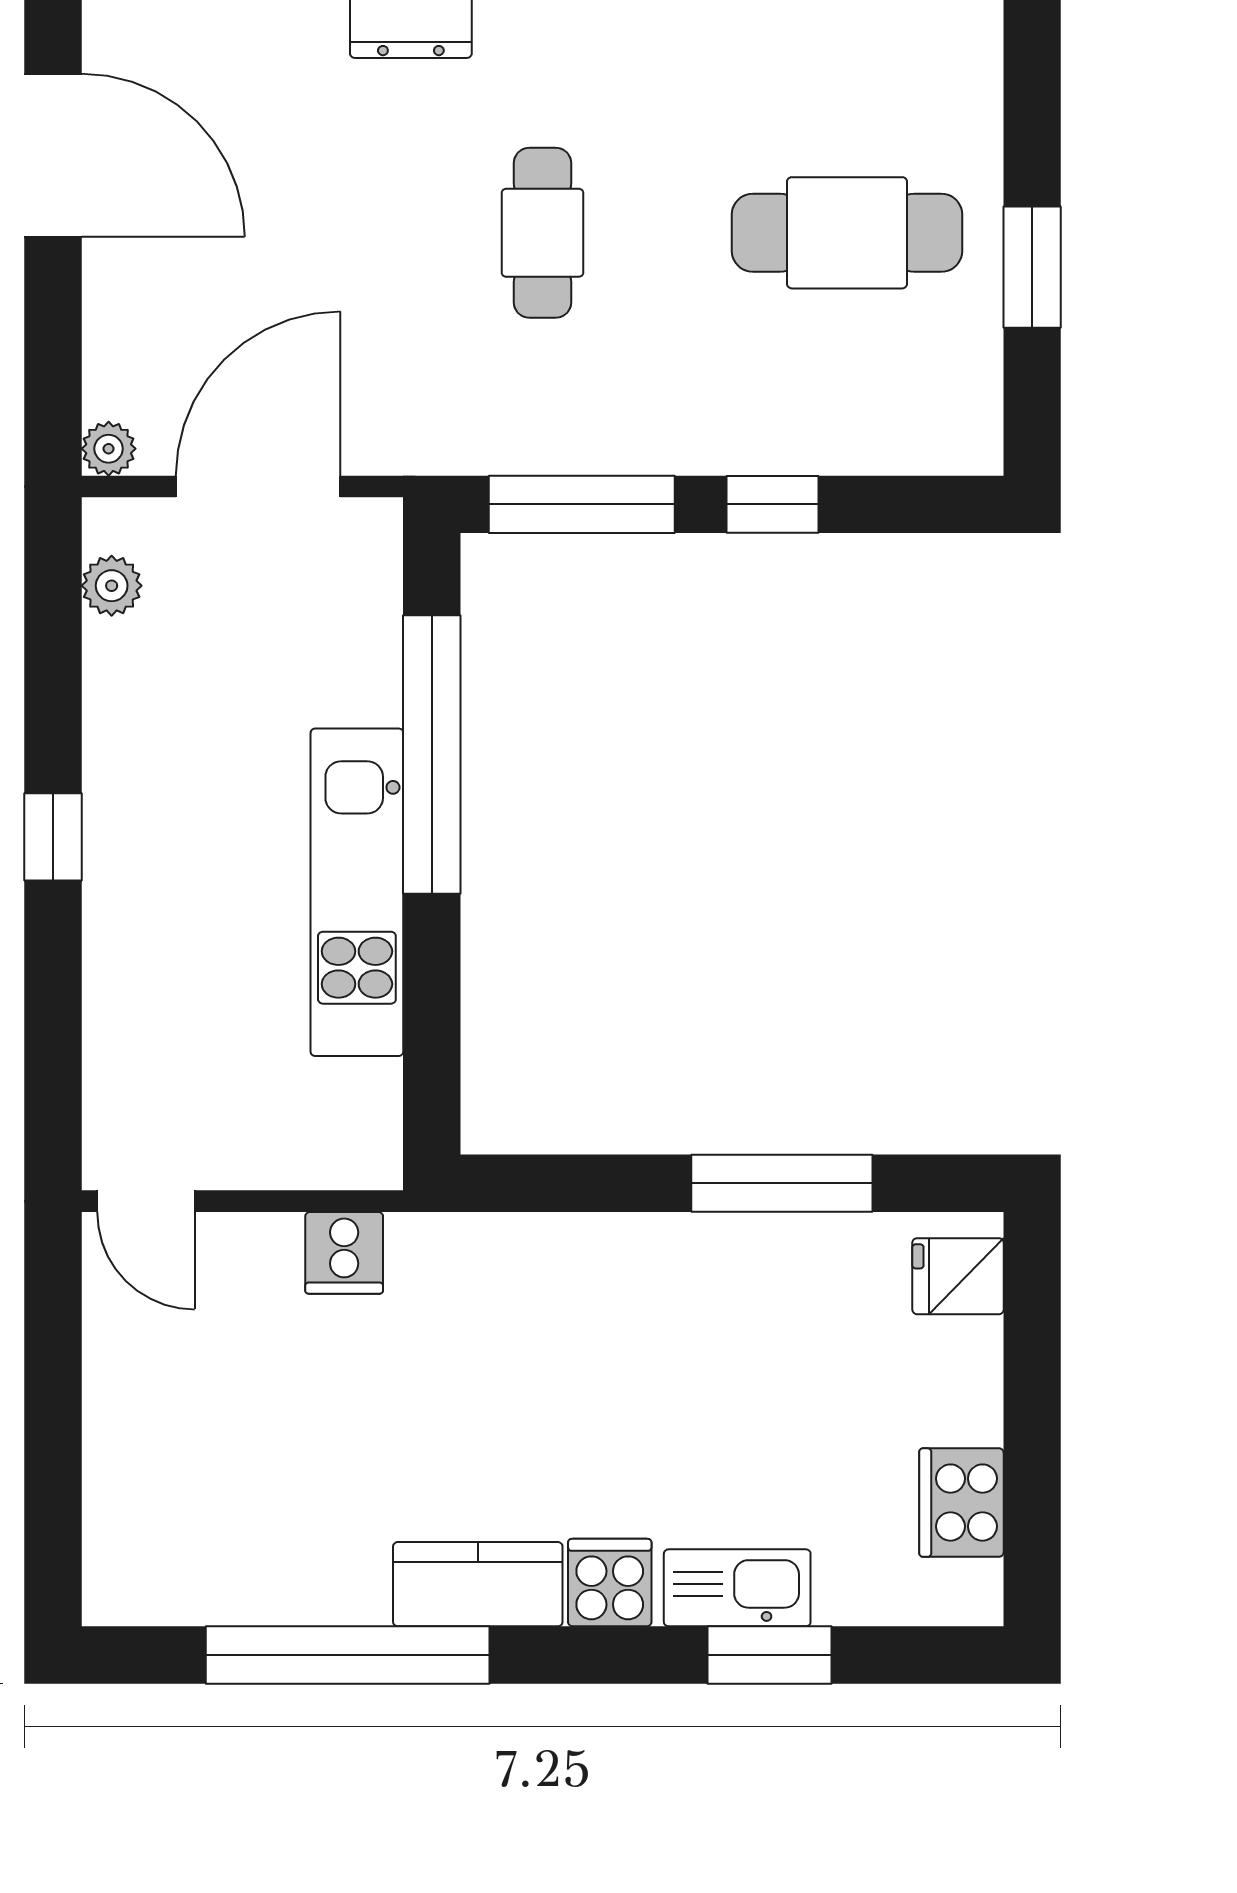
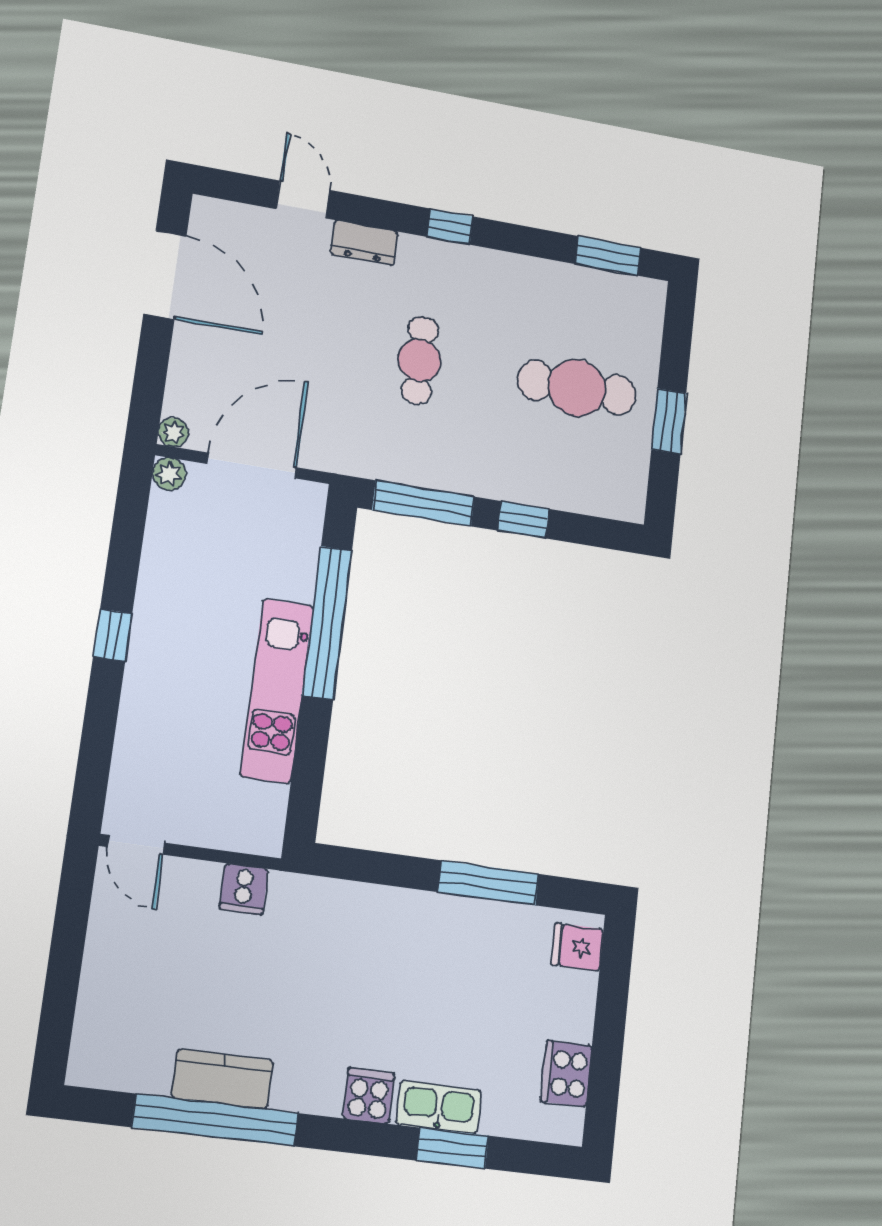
plant: (112, 586) -> (169, 474), moved
kitchen counter: (478, 1584) -> (222, 1079), moved

